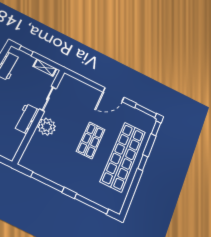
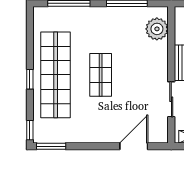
door: (114, 95) -> (134, 146), moved
plant: (47, 127) -> (157, 29), moved

